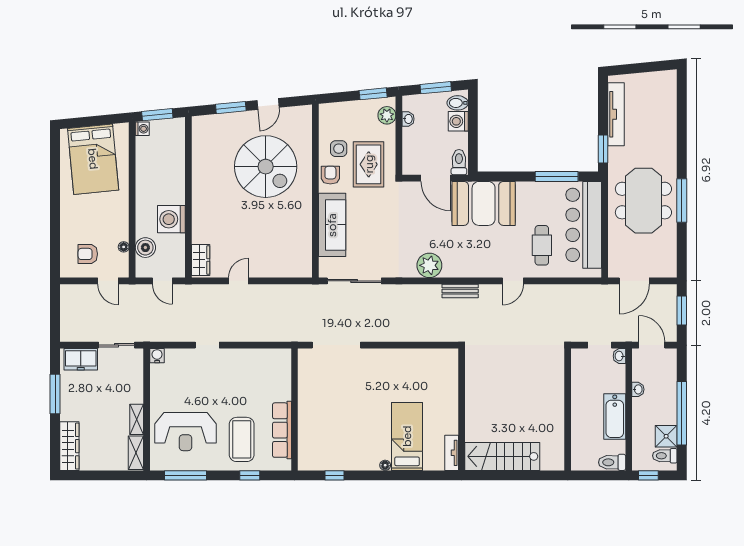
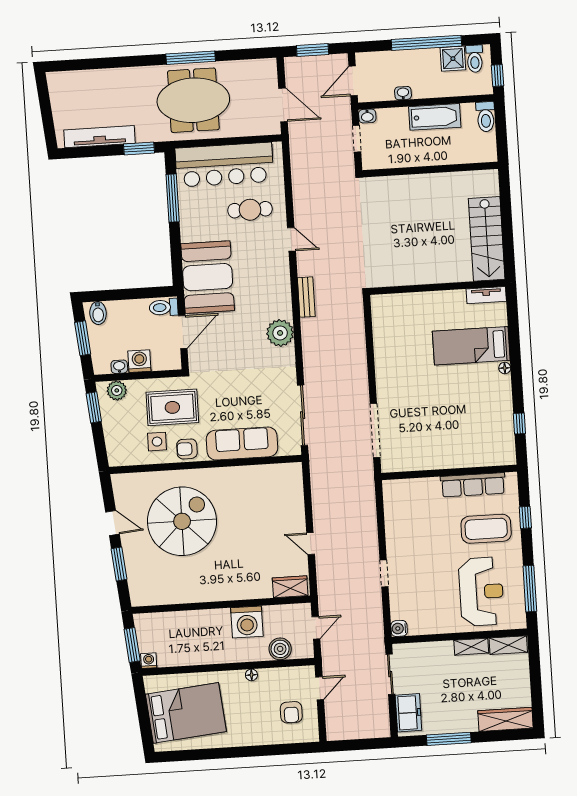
washing machine: (458, 121) -> (139, 361), moved, turned 180
floor lamp: (124, 247) -> (251, 675), moved

